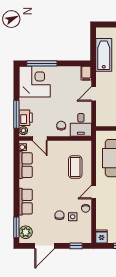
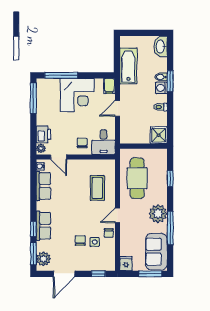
corner desk: (35, 82) -> (77, 95), moved, turned 90
window: (16, 114) -> (33, 98), moved
window: (16, 205) -> (33, 229), added

